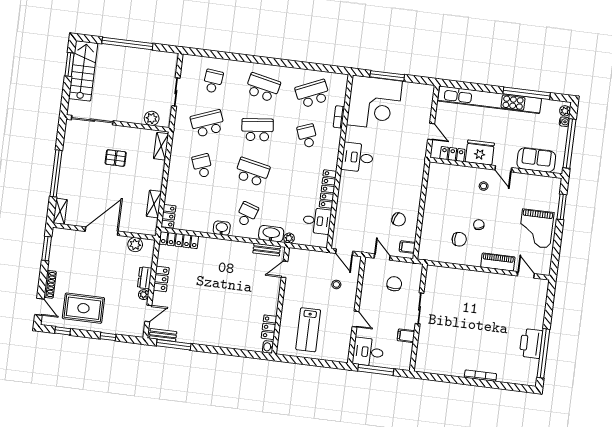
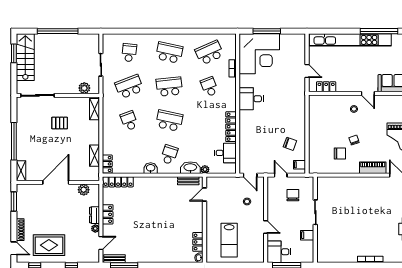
fridge: (480, 152) -> (348, 83), removed

